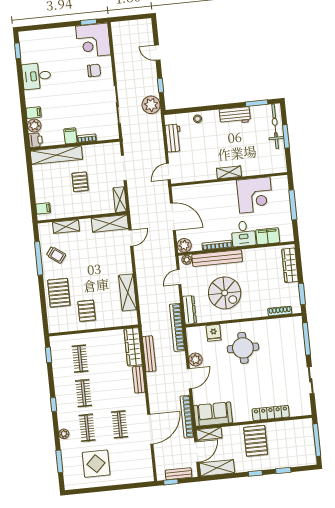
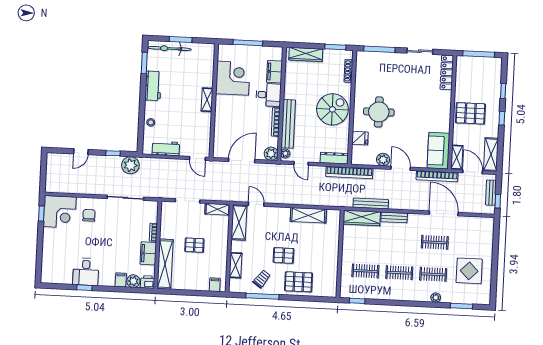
window: (18, 51) -> (84, 288), moved
filing cabinet: (70, 136) -> (148, 253), width x2.00
spiral stairs: (225, 293) -> (332, 109), moved
pallet: (87, 311) -> (284, 255), moved
window: (54, 404) -> (406, 303), removed
locker: (271, 413) -> (447, 73), moved

